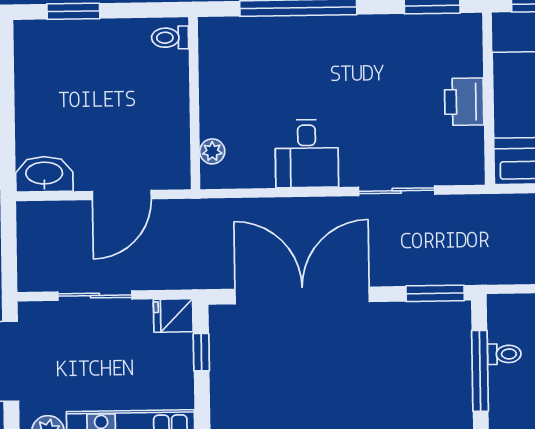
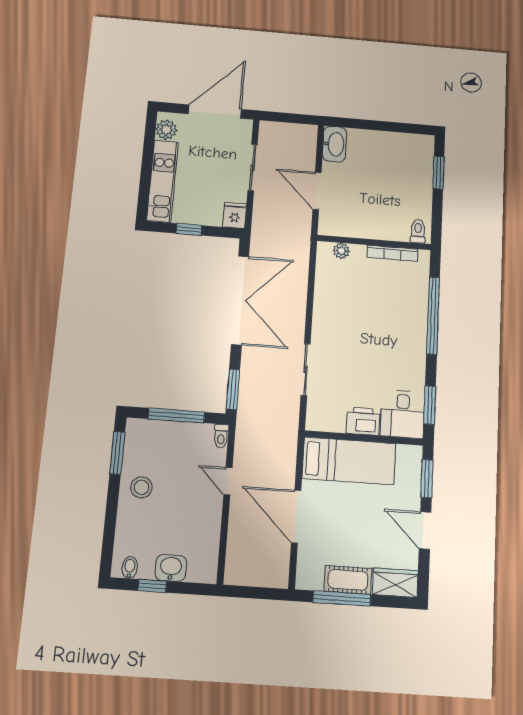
bookcase: (208, 74) -> (392, 253), added
desk: (307, 154) -> (403, 414), moved, turned -90
window: (201, 352) -> (189, 229), moved
toilet: (504, 354) -> (221, 436), moved

